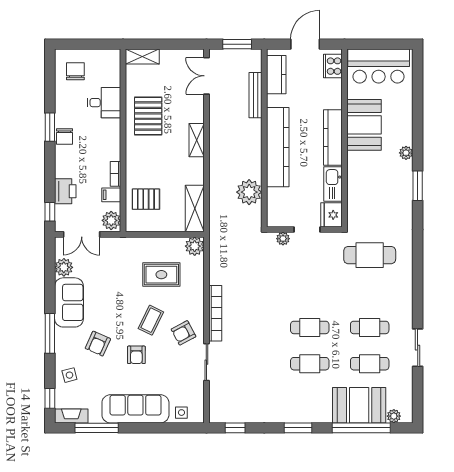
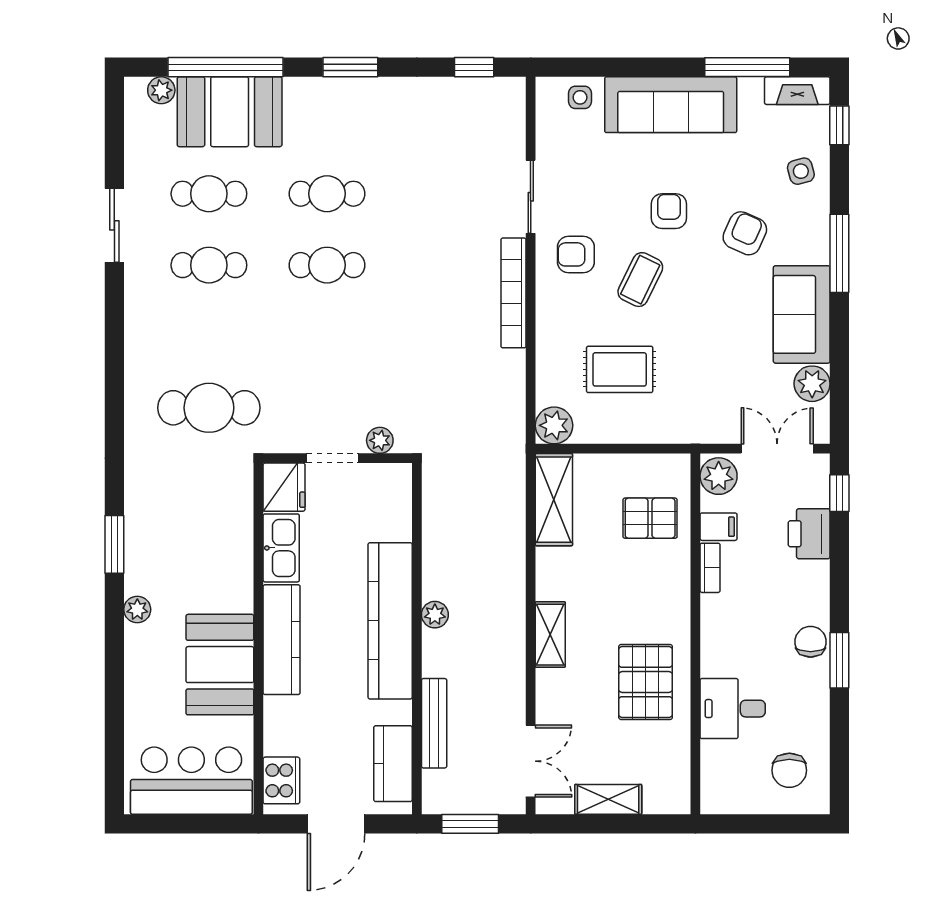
shelving: (142, 57) -> (608, 799), moved
plant: (249, 192) -> (435, 615), moved, width x0.53, depth x0.53
armchair: (184, 333) -> (576, 254), turned -152

